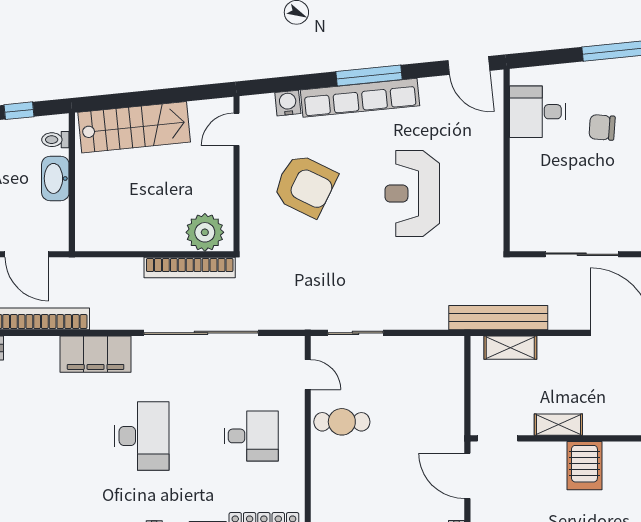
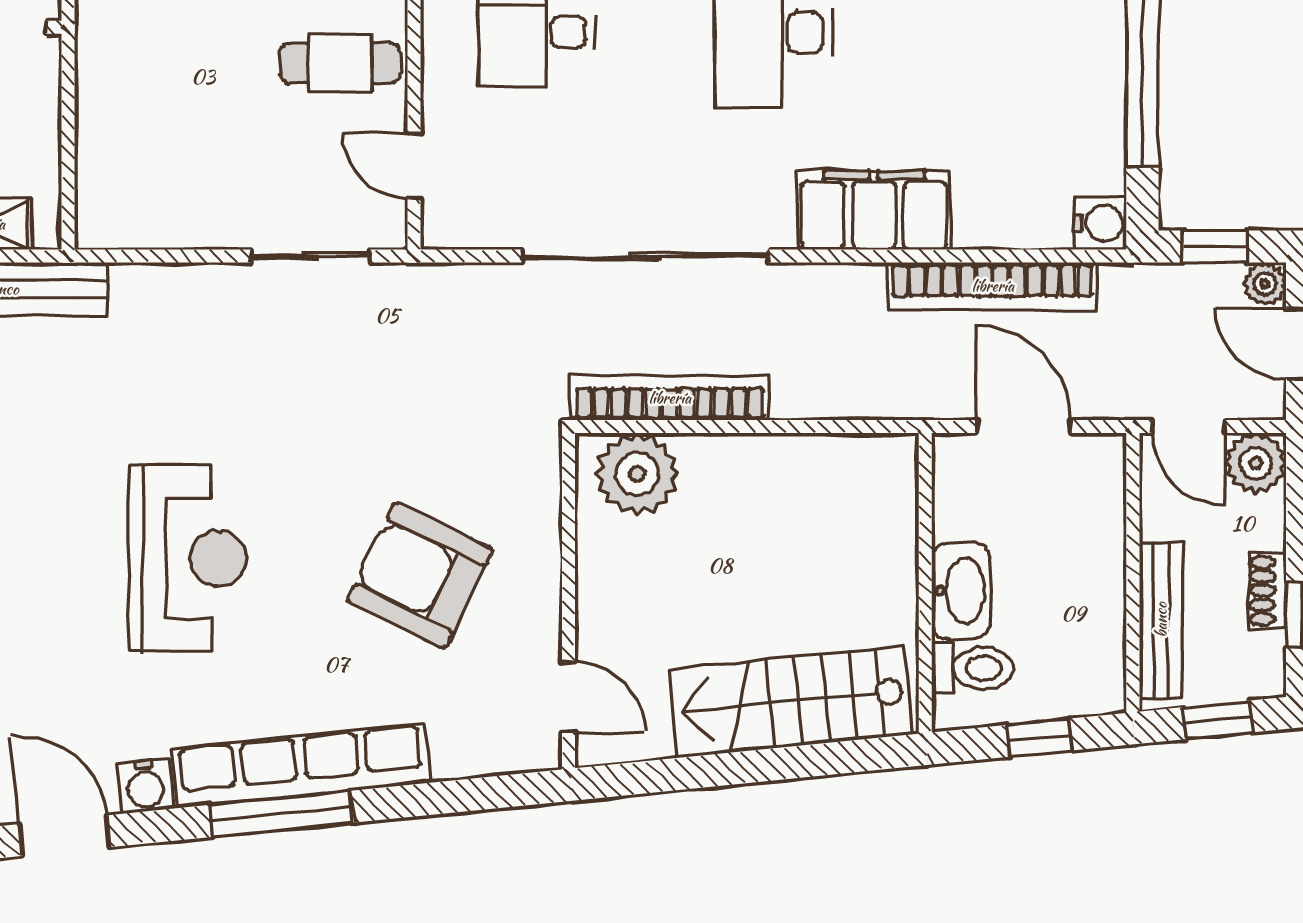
water cooler: (288, 103) -> (145, 786), moved
door: (236, 129) -> (568, 697), hinge flipped
toilet: (55, 140) -> (972, 668), width x1.37, depth x1.39

